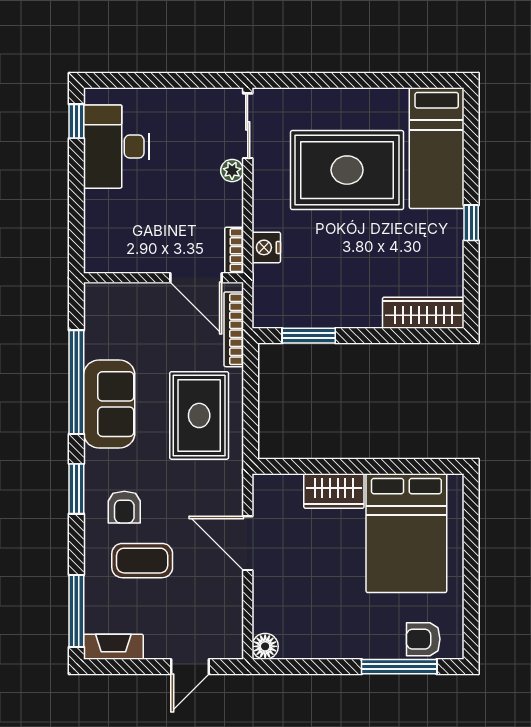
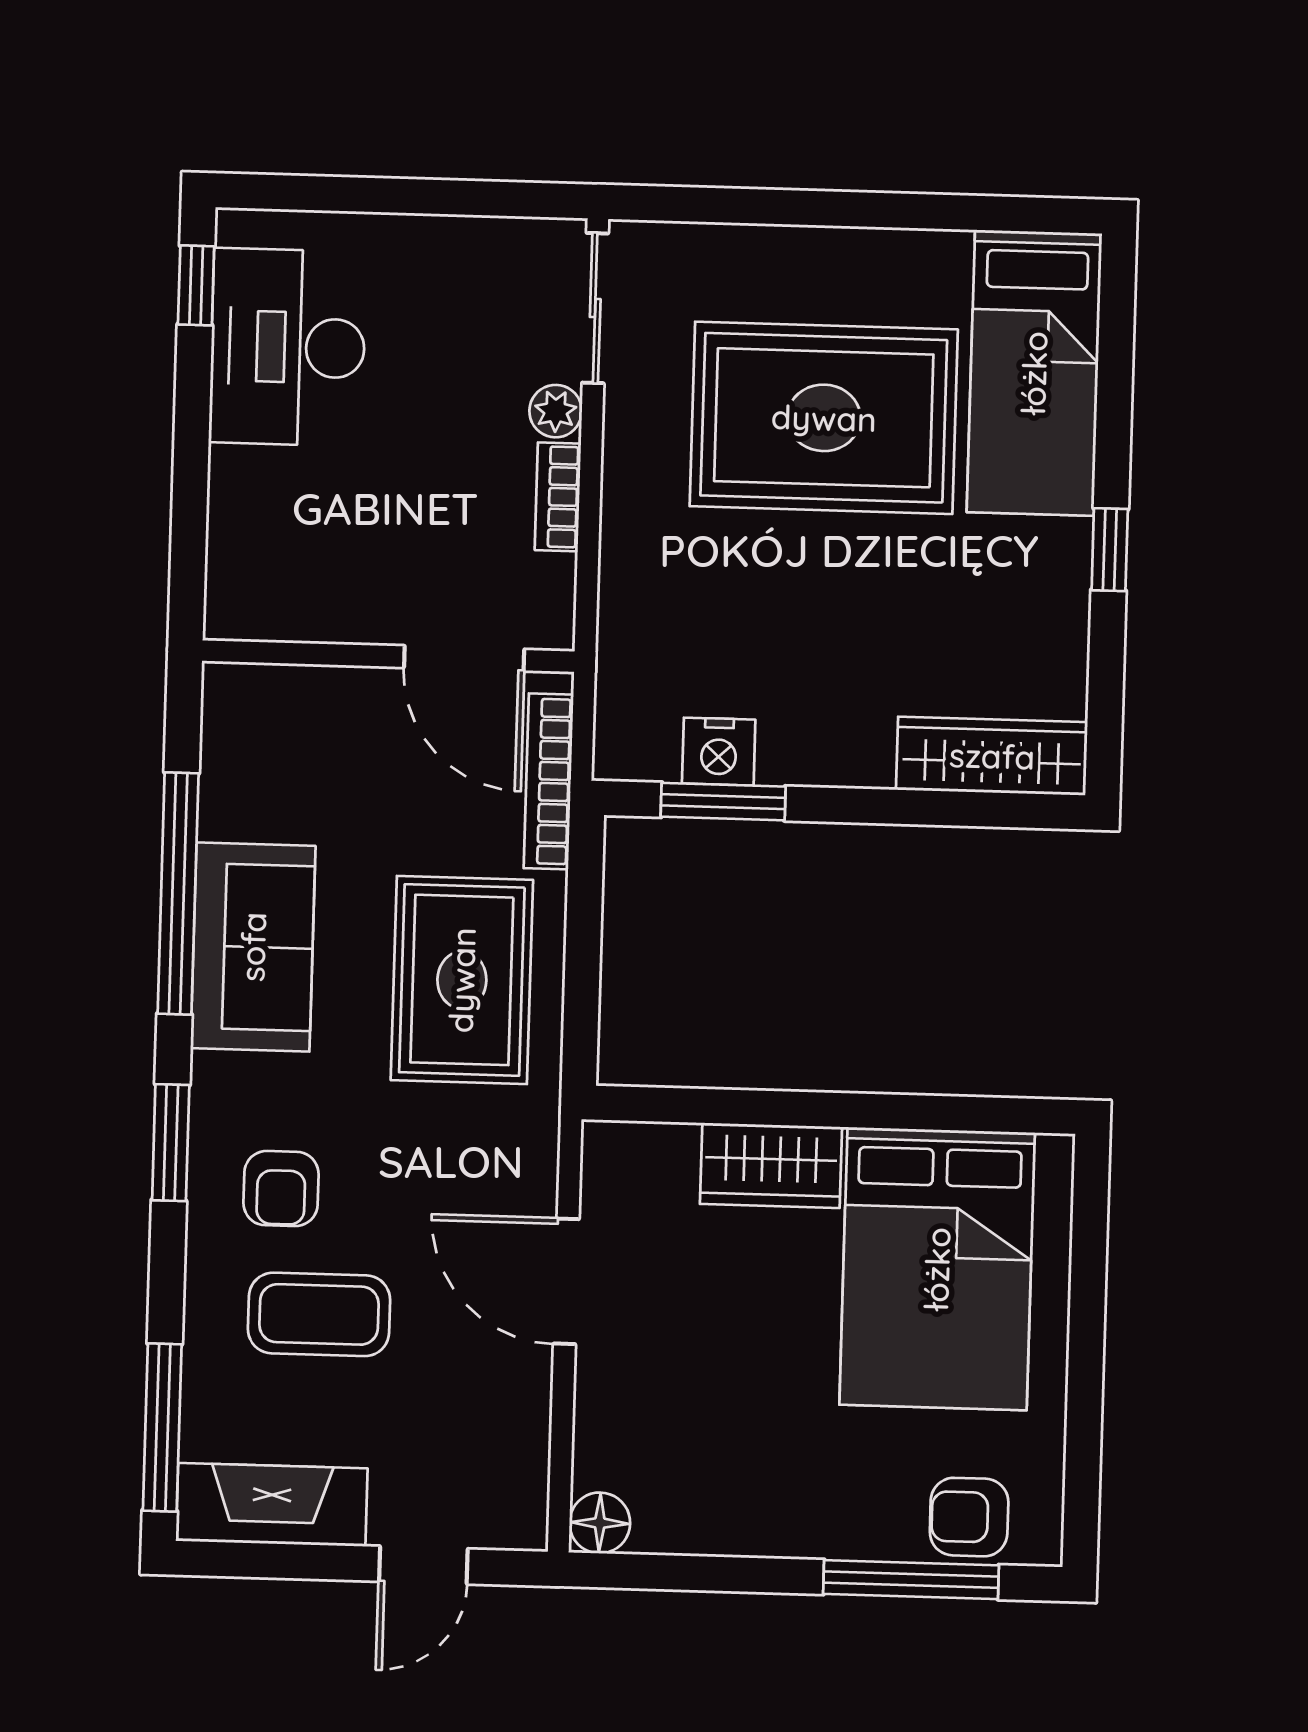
nightstand: (266, 247) -> (719, 752), moved, turned -90
bookcase: (234, 250) -> (558, 497), moved
fireplace: (113, 647) -> (272, 1505), width x1.37, depth x1.32

